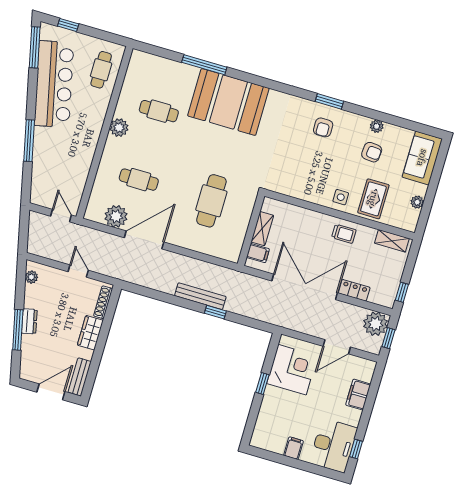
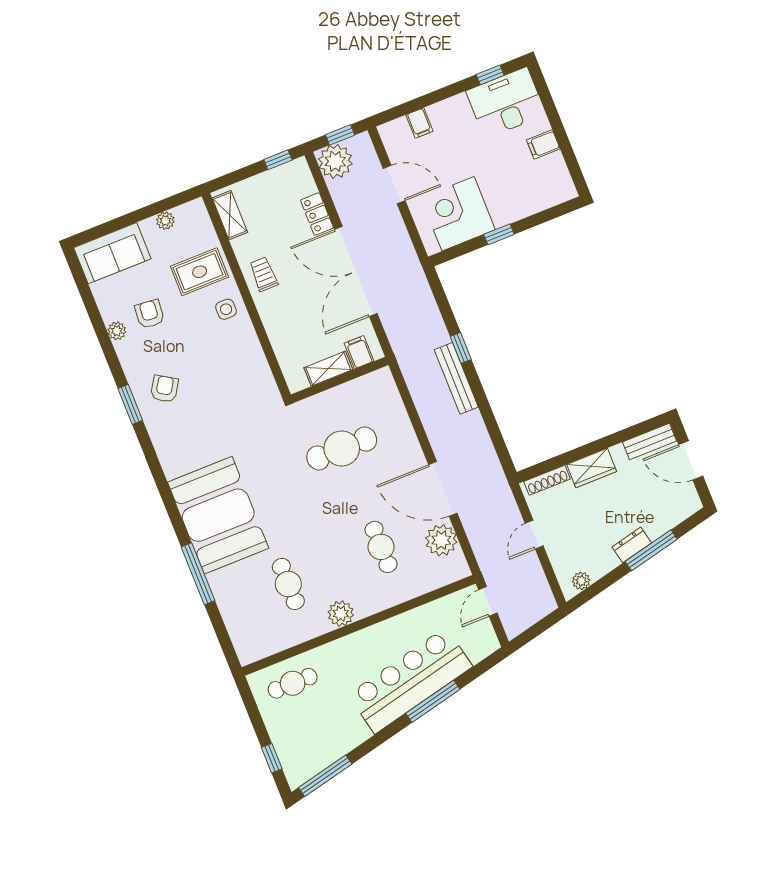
bar counter: (54, 84) -> (410, 681), moved
armchair: (323, 127) -> (164, 389), turned -58
filing cabinet: (358, 395) -> (419, 123), width x0.50

